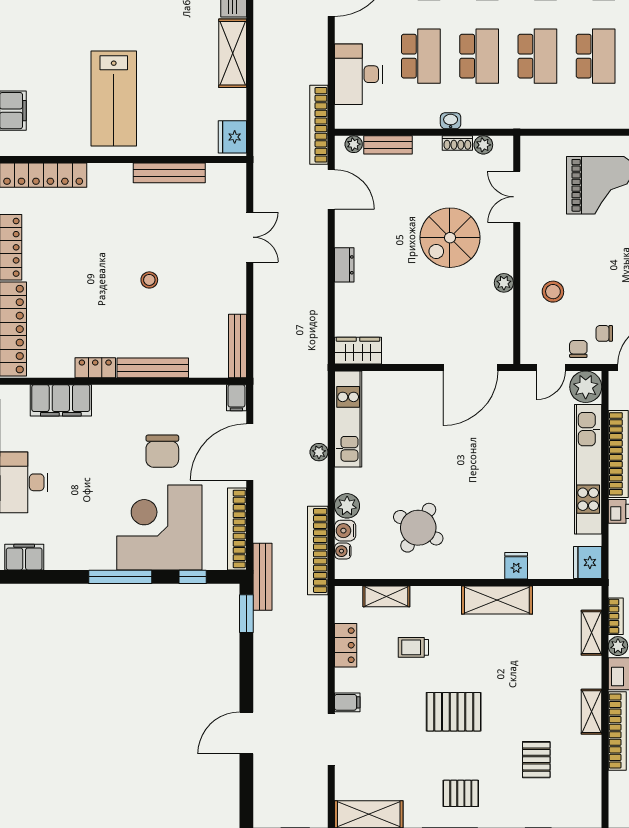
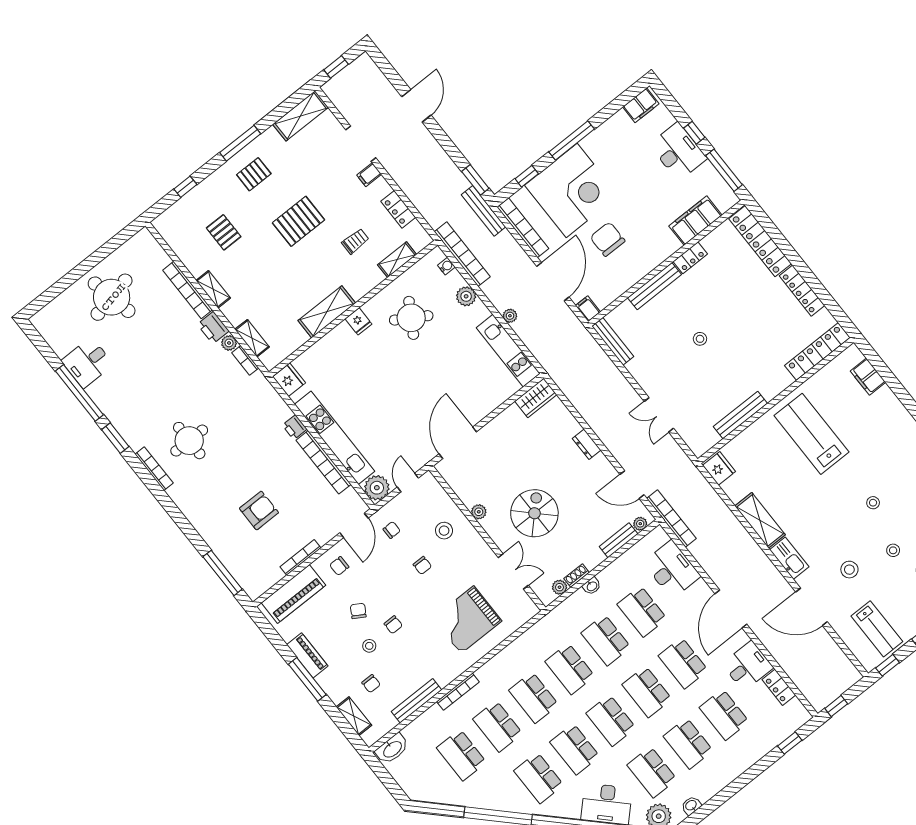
chair: (578, 349) -> (422, 565), moved
water cooler: (345, 531) -> (455, 280), removed
fridge: (516, 566) -> (358, 321), moved

